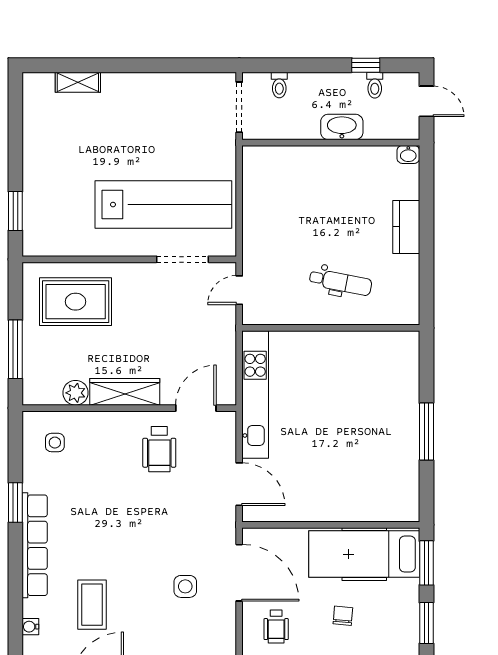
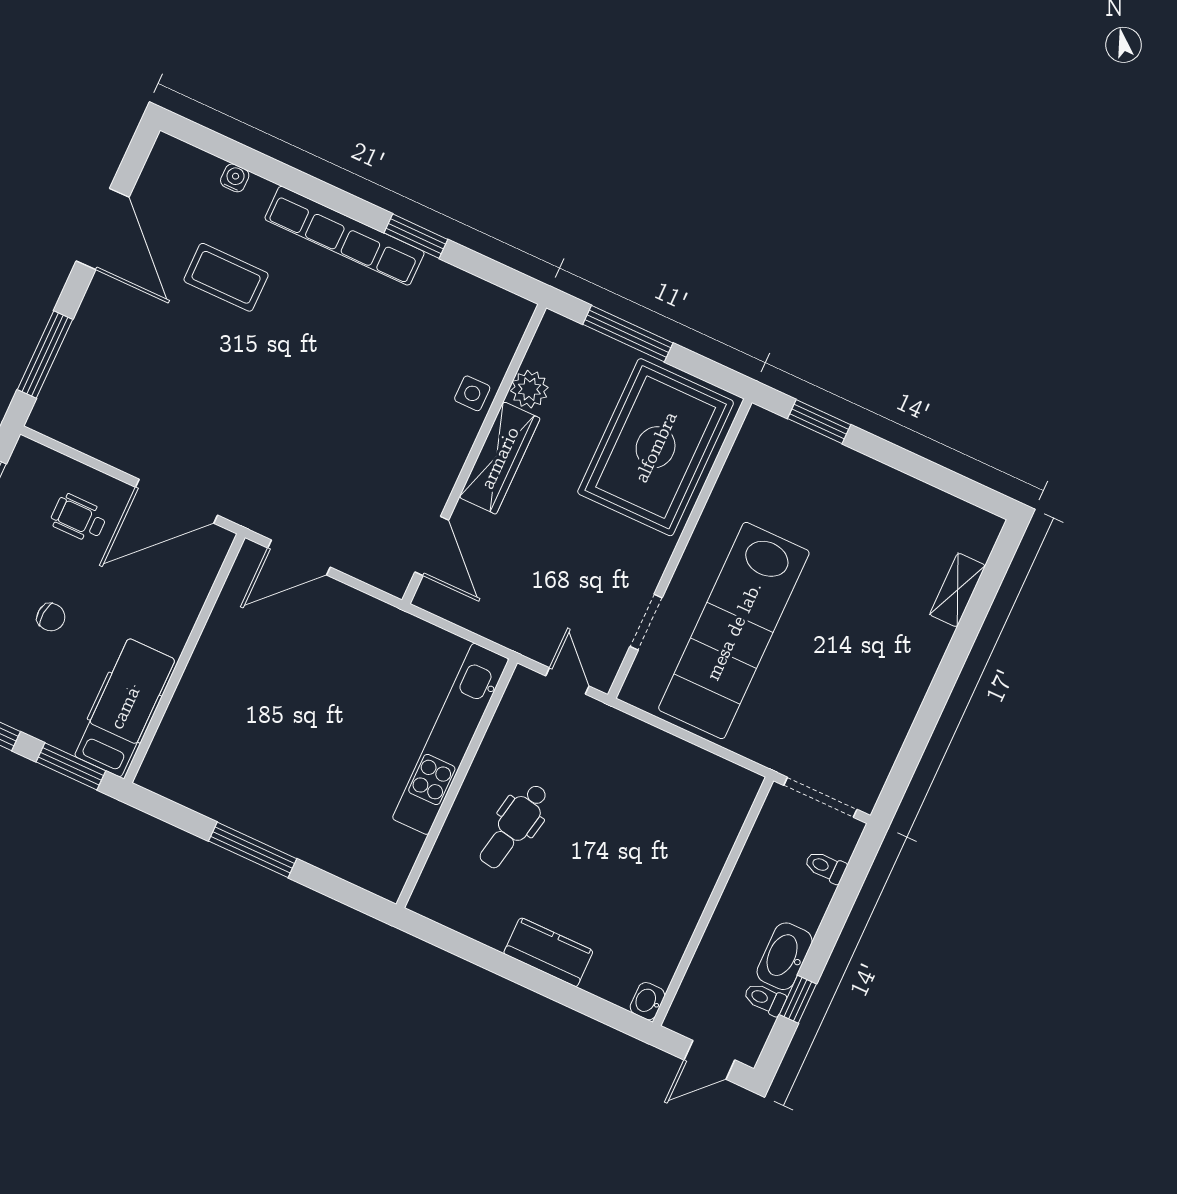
washbasin: (342, 127) -> (785, 956), moved, turned 180
doorway: (182, 259) -> (646, 622), width x0.73
rug: (76, 302) -> (656, 447), width x1.37, depth x1.44
kitchen unit: (255, 395) -> (451, 739), moved, turned 90
side table: (55, 443) -> (472, 393), moved
wheelchair: (159, 449) -> (398, 469), removed
hospital bed: (364, 554) -> (125, 708), width x0.73, depth x0.78
side table: (185, 586) -> (192, 418), removed

